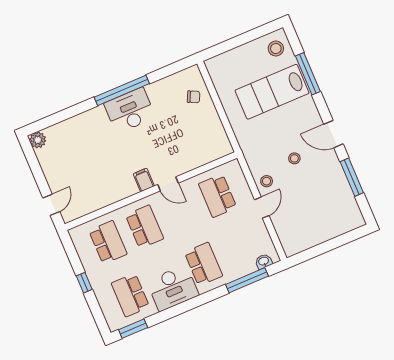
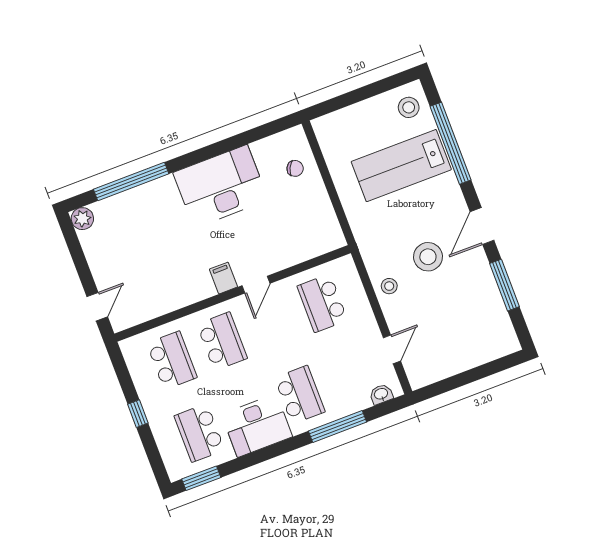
window: (308, 74) -> (451, 143), width x1.46
window: (122, 90) -> (131, 181), moved
desk: (130, 111) -> (221, 186), width x1.36, depth x1.30
door: (333, 134) -> (482, 226), hinge flipped
stool: (294, 158) -> (428, 257), width x1.89, depth x1.89
door: (168, 184) -> (256, 285), hinge flipped
door: (262, 208) -> (392, 349), moved
window: (247, 280) -> (338, 426), moved

